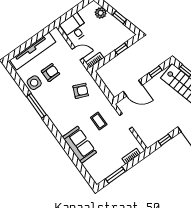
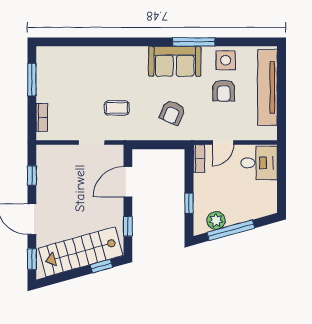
plant: (101, 13) -> (216, 221), moved
window: (120, 17) -> (231, 230), width x2.17
sofa: (79, 145) -> (175, 61), moved

